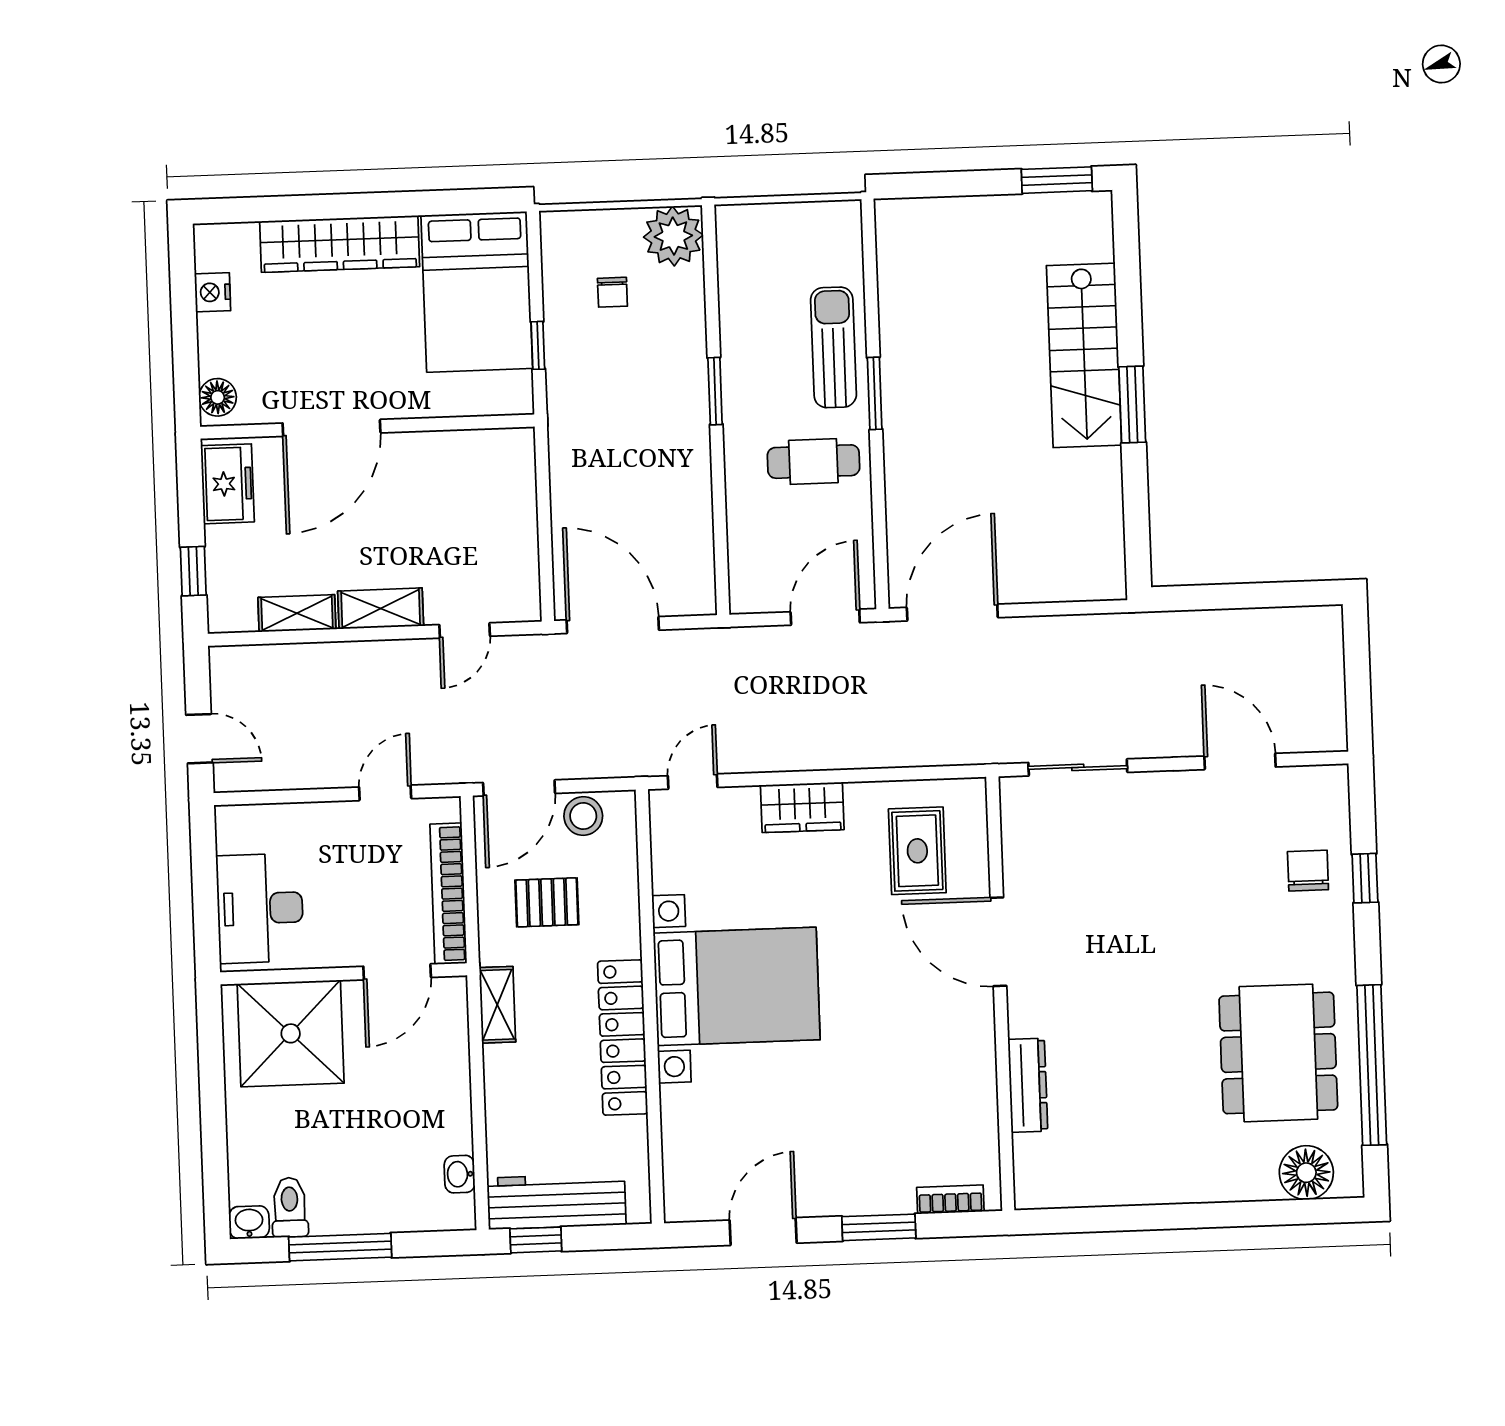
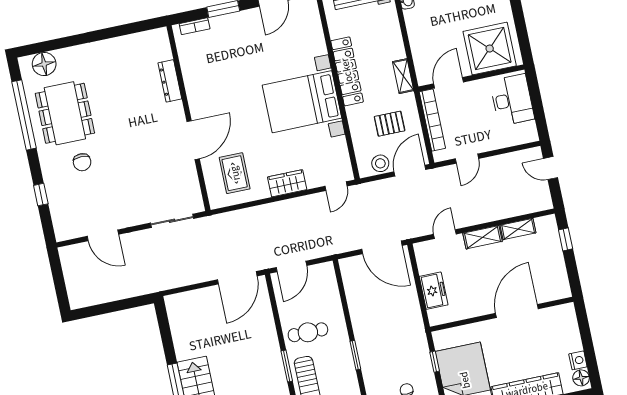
floor lamp: (218, 397) -> (581, 378), moved
freezer: (227, 484) -> (434, 291), moved, turned 180
chair: (1308, 871) -> (82, 162), moved
door: (998, 942) -> (193, 140), hinge flipped

